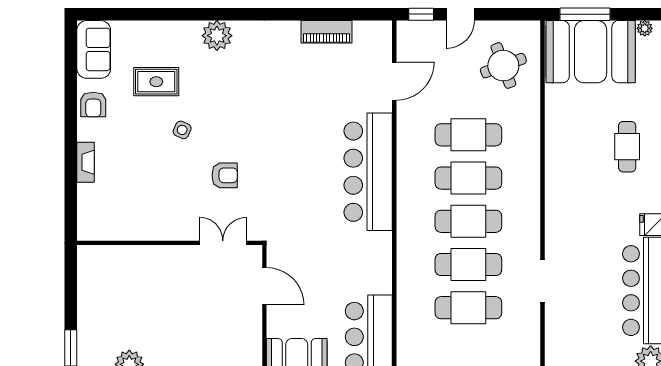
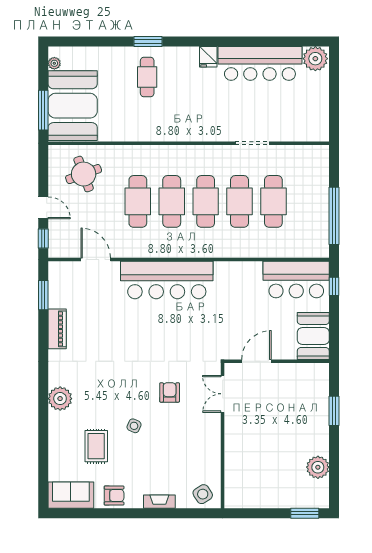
window: (349, 14) -> (43, 295), added
piano: (326, 32) -> (57, 329), moved
cafe table: (627, 147) -> (147, 77), turned 90
side table: (95, 218) -> (203, 494), added

